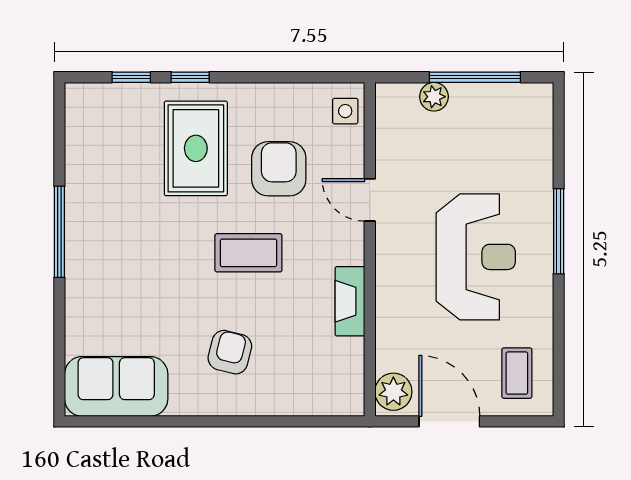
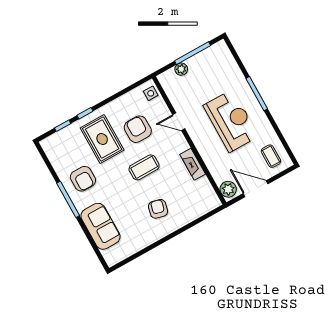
armchair: (112, 207) -> (83, 179), added
sofa: (116, 386) -> (101, 226), moved, turned 90

